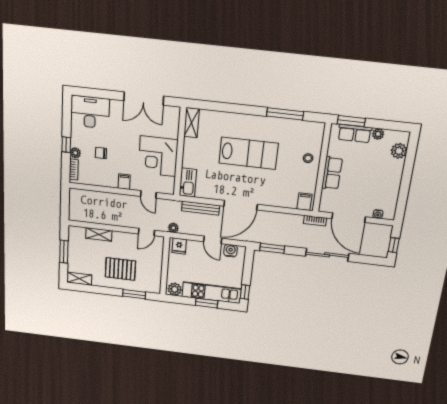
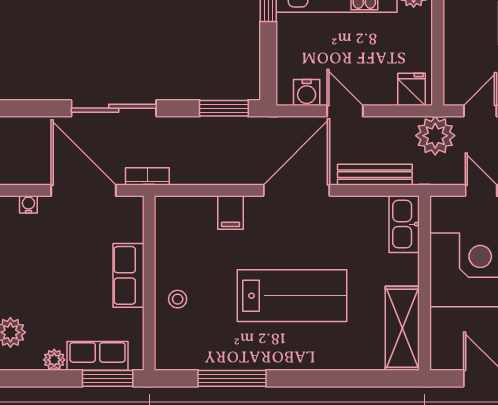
shelving: (192, 123) -> (402, 328), width x1.50, depth x1.33
lab bench: (249, 153) -> (292, 296), turned 180
filing cabinet: (304, 202) -> (230, 213), moved
plant: (173, 228) -> (435, 136), width x1.87, depth x1.87

